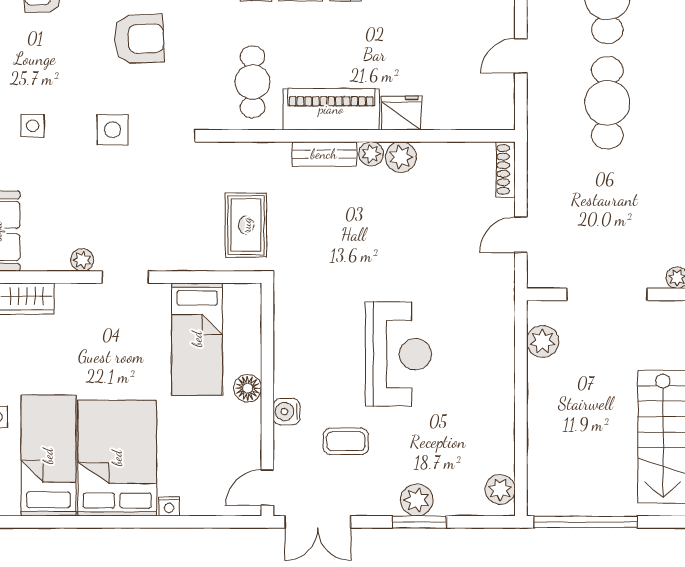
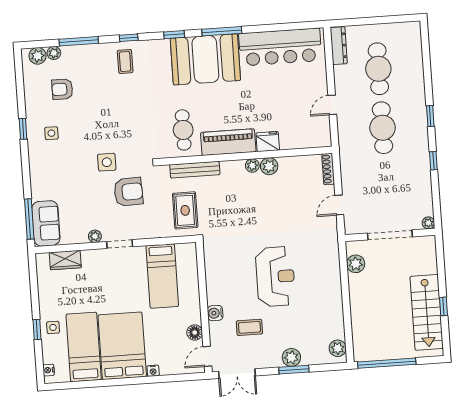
armchair: (139, 39) -> (128, 192), moved
side table: (33, 126) -> (51, 133), moved
bench: (324, 154) -> (195, 170), moved, width x1.36
floor lamp: (248, 388) -> (195, 332), moved

